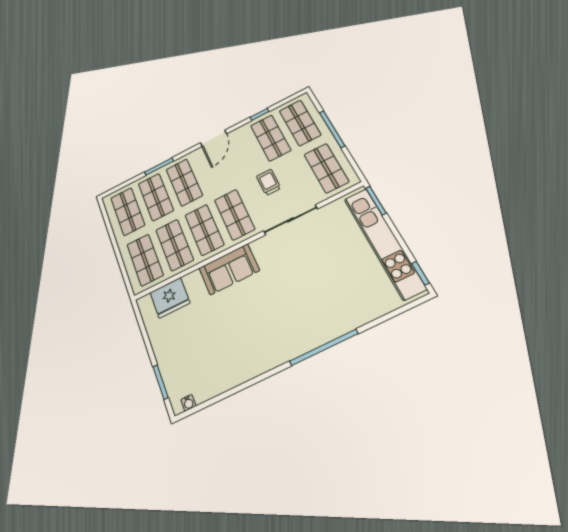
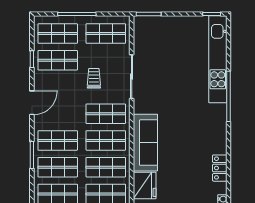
door: (213, 138) -> (32, 103), hinge flipped
trolley: (269, 182) -> (94, 78), turned 90
kitchen unit: (384, 242) -> (218, 59), moved, turned 90
sofa: (229, 269) -> (145, 143), width x1.36
locker: (226, 380) -> (220, 168), added

